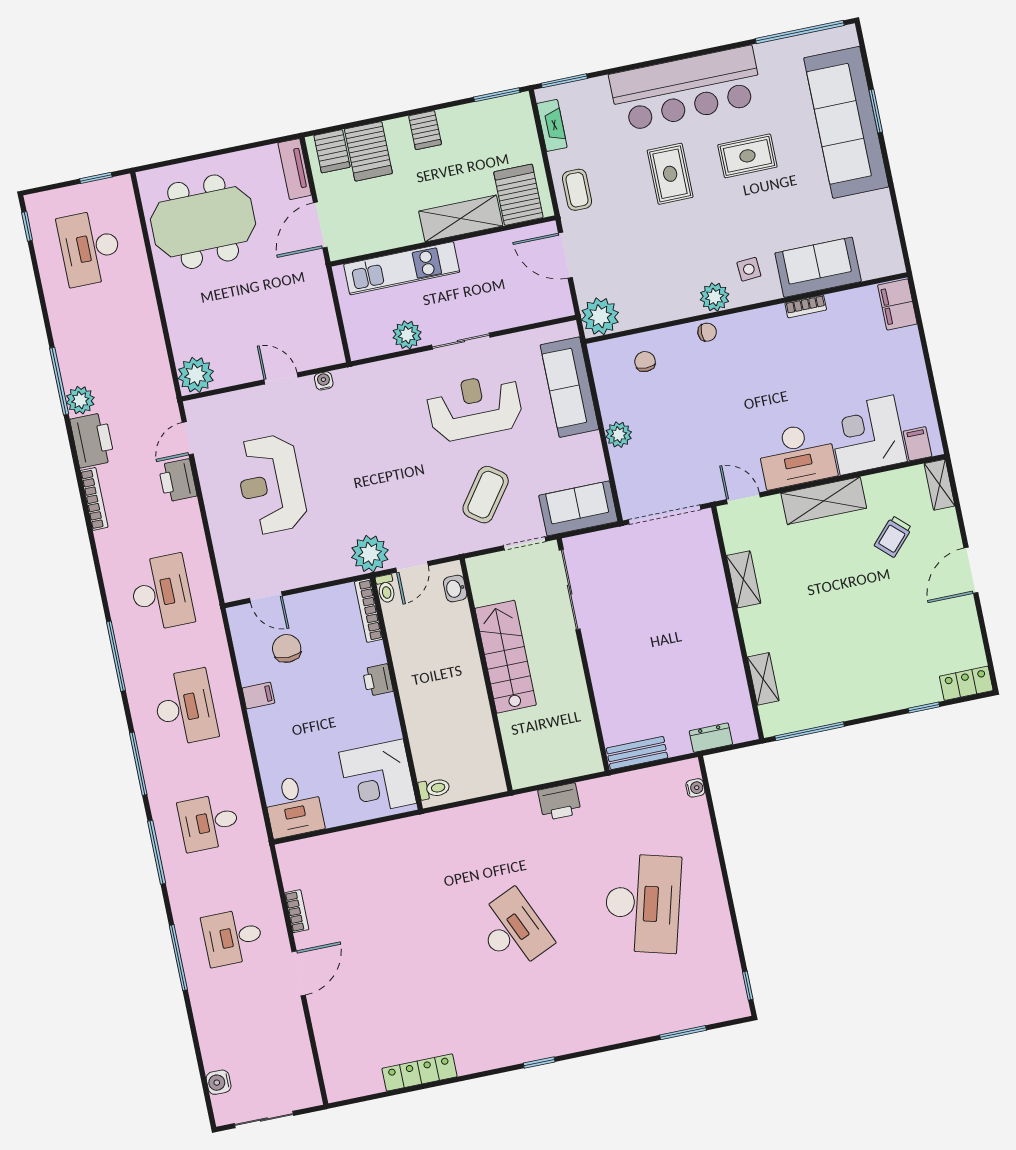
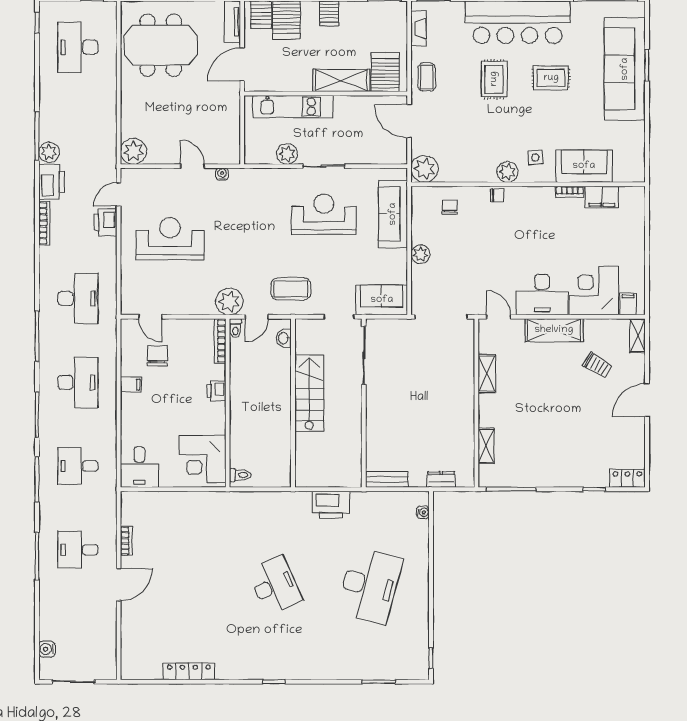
filing cabinet: (897, 305) -> (602, 197), moved, turned -90
reception desk: (271, 484) -> (170, 239), turned 90
coffee table: (486, 495) -> (291, 289), moved, turned 54
trolley: (893, 537) -> (598, 365), turned -102
printer: (559, 802) -> (331, 505), width x1.37, depth x1.19

